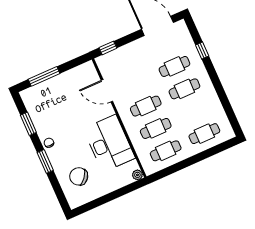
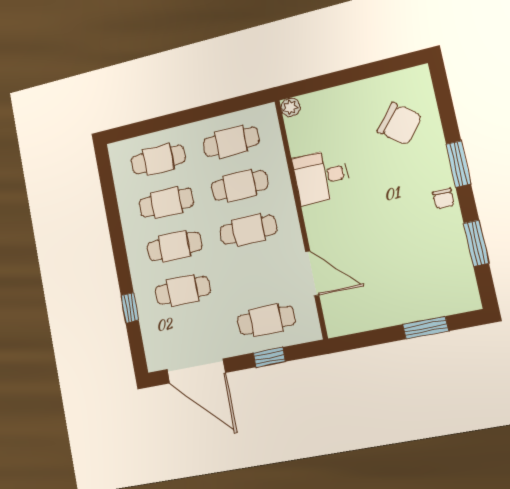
window: (108, 48) -> (269, 357), moved
cafe table: (126, 61) -> (266, 320), added
window: (44, 76) -> (426, 328), width x0.69
cafe table: (194, 111) -> (166, 203), added
desk: (109, 143) -> (322, 177), width x0.53, depth x0.77

